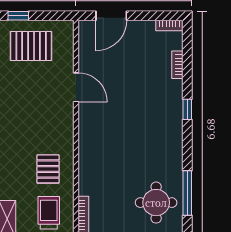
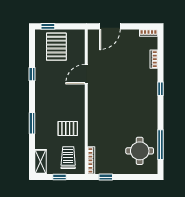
pallet: (31, 46) -> (56, 47), turned 90
door: (76, 87) -> (86, 74), swing flipped
pallet: (48, 169) -> (68, 129), turned 90

